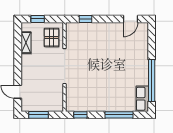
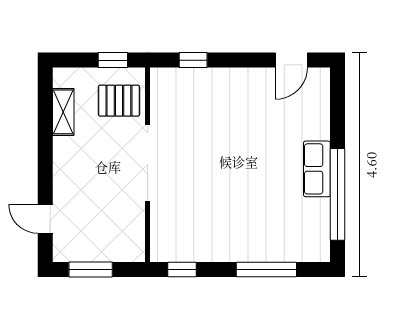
window: (38, 19) -> (113, 60), moved
pallet: (51, 37) -> (119, 101), turned 90
row of seats: (142, 99) -> (317, 169), moved

